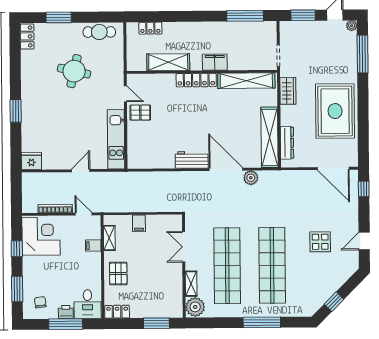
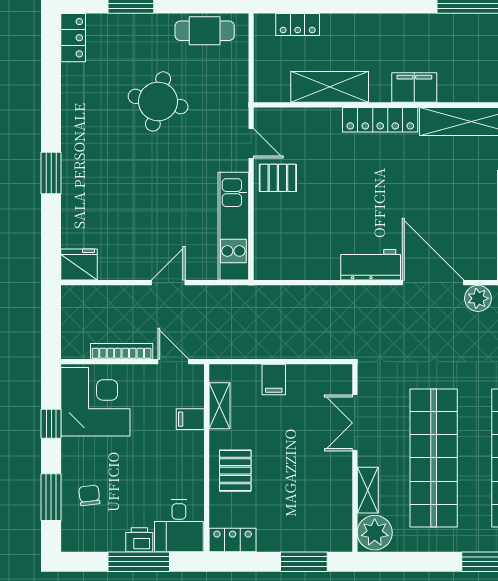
chair: (40, 302) -> (89, 495), moved

